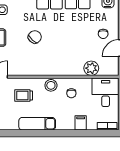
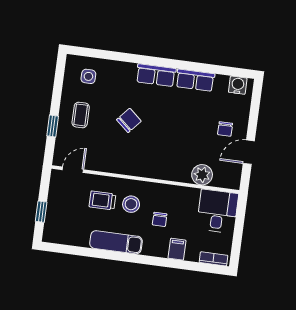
stool: (51, 85) -> (131, 204), moved
chair: (71, 93) -> (160, 219), moved

